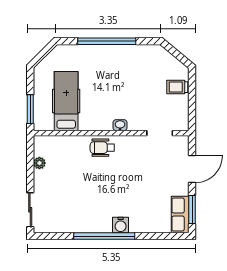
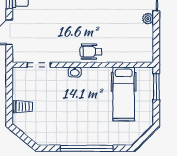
wheelchair: (102, 148) -> (91, 52), turned 180
plant: (39, 163) -> (148, 19), moved

